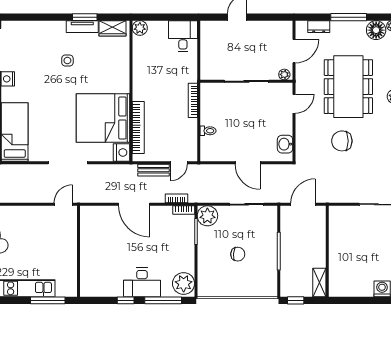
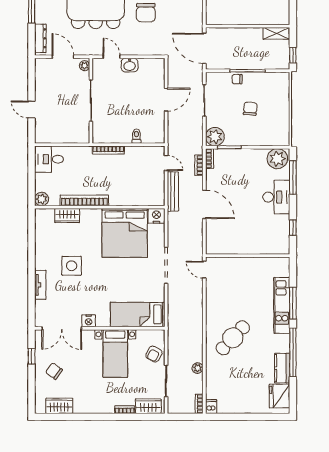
window: (85, 17) -> (32, 250), removed
tv unit: (82, 27) -> (40, 285), moved
dresser: (319, 27) -> (40, 38), width x1.44
wardrobe: (113, 28) -> (67, 216), moved, turned 90
side table: (67, 61) -> (72, 266), width x1.87, depth x1.87
bookcase: (138, 128) -> (84, 200), moved
washbasin: (285, 144) -> (130, 65), moved
bench: (154, 170) -> (173, 192), width x1.36
door: (134, 204) -> (204, 204), hinge flipped
door: (303, 204) -> (204, 48), width x1.36
chair: (270, 240) -> (237, 79), added
window: (48, 300) -> (293, 303), moved
window: (126, 300) -> (293, 228), moved

